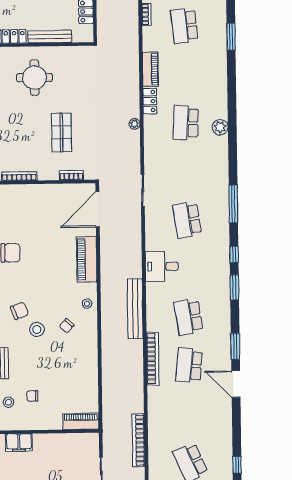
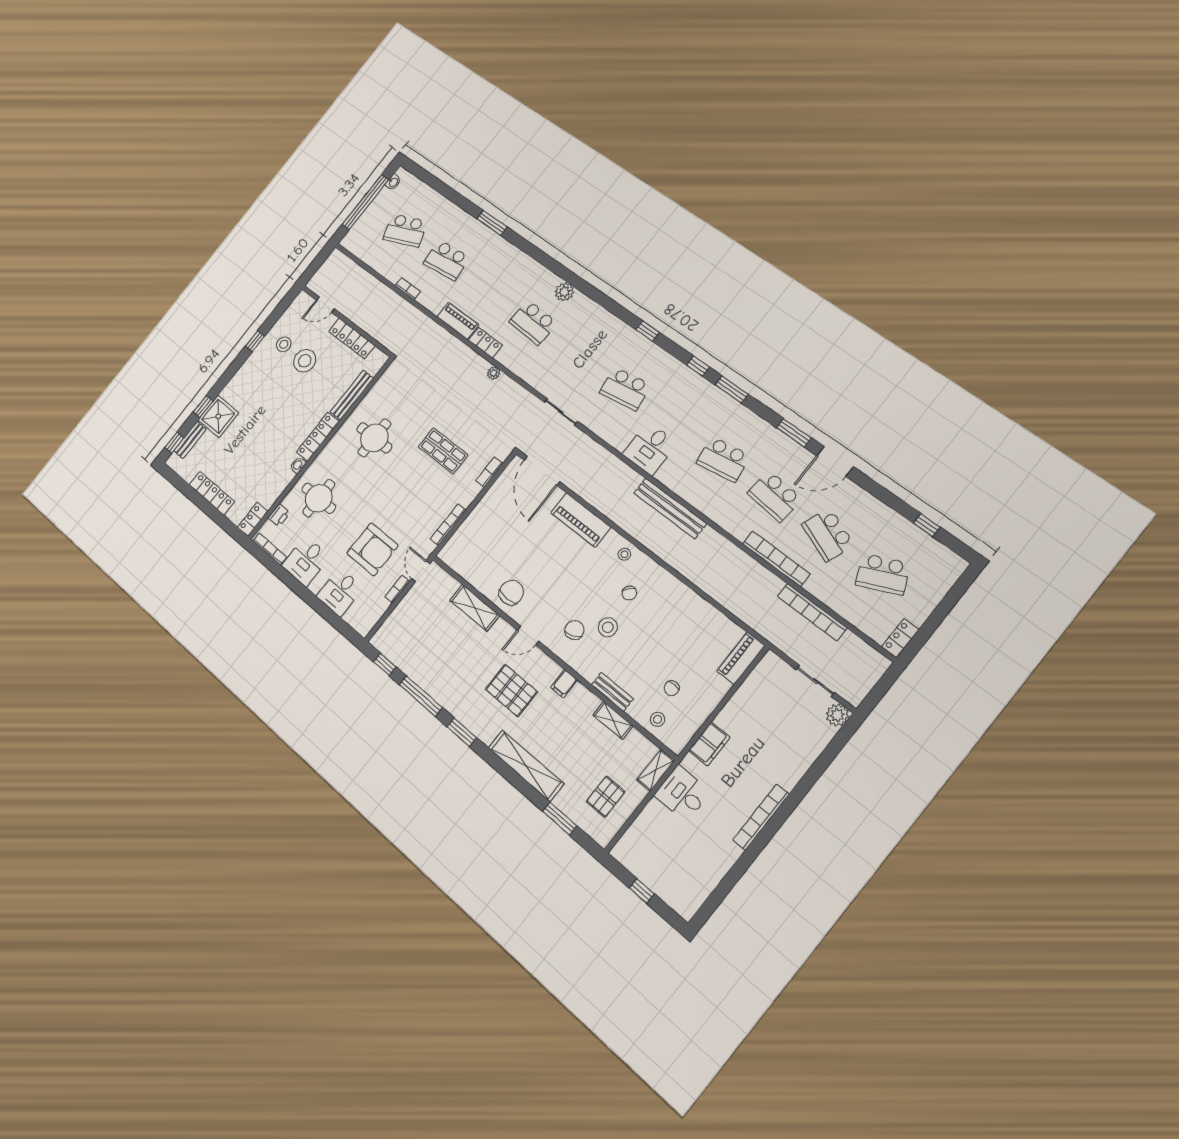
window: (233, 204) -> (648, 331), width x0.46
bookcase: (153, 359) -> (776, 559), moved
school desk: (190, 414) -> (828, 535), added

